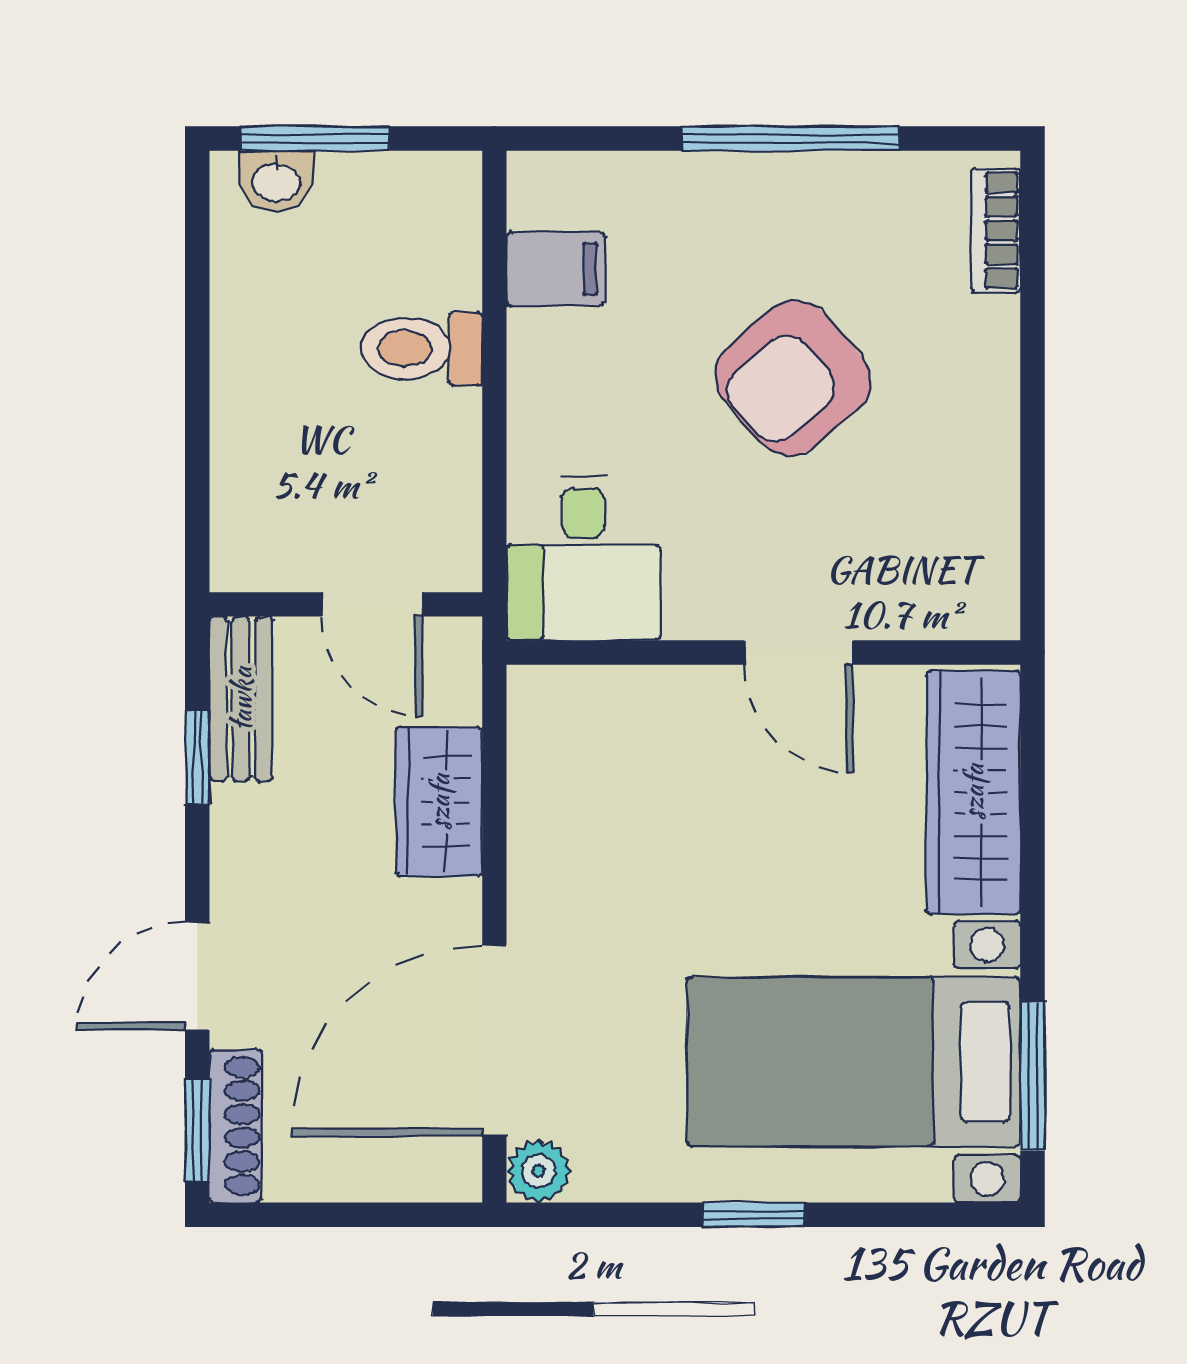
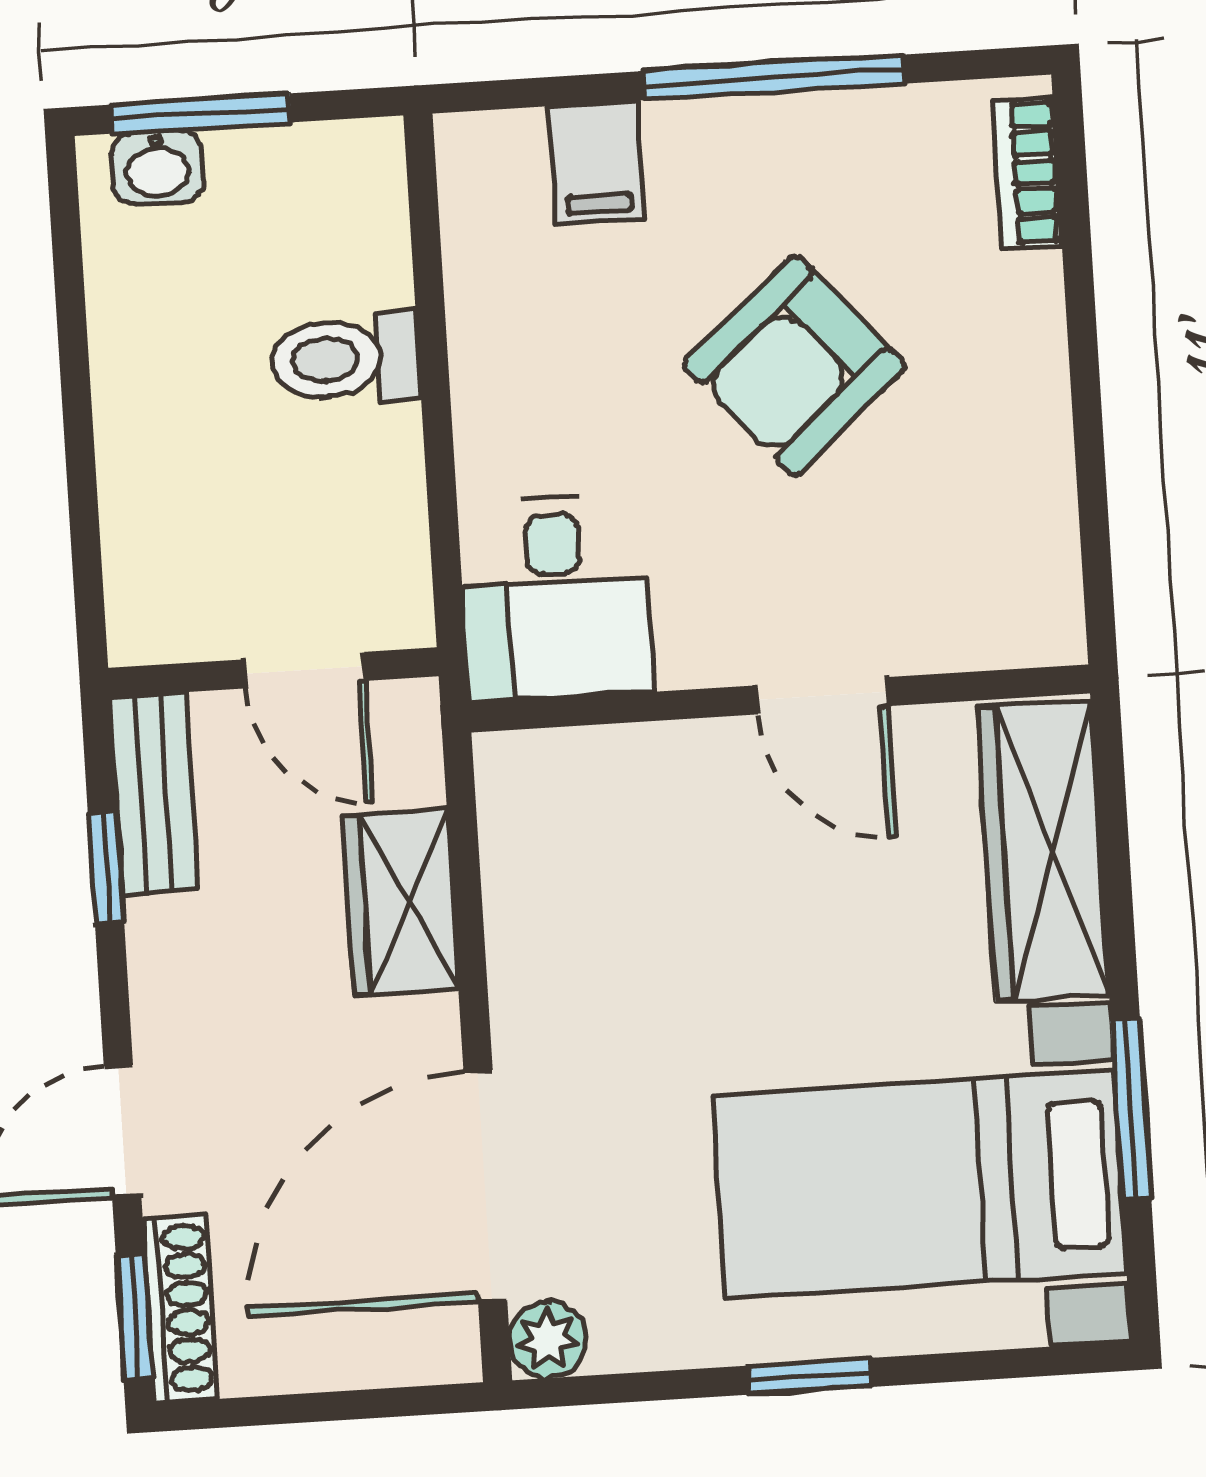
filing cabinet: (556, 269) -> (597, 163), moved, turned 90
window: (1033, 1076) -> (1131, 1110), moved

